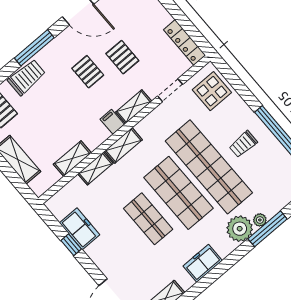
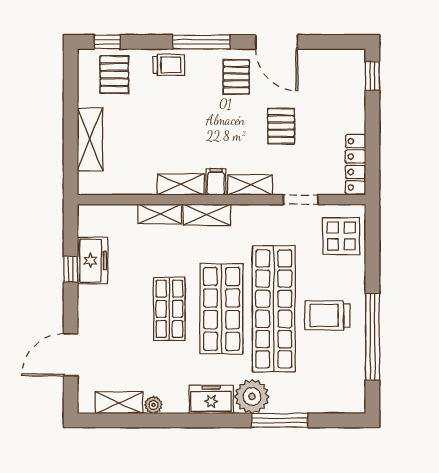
pallet: (88, 72) -> (236, 77), moved
trolley: (27, 77) -> (169, 65), width x0.73, depth x0.72
trolley: (243, 144) -> (327, 315), width x1.36, depth x1.39
shelving: (72, 159) -> (181, 184), moved
plant: (260, 220) -> (153, 405), moved
freezer: (203, 263) -> (211, 399), moved

